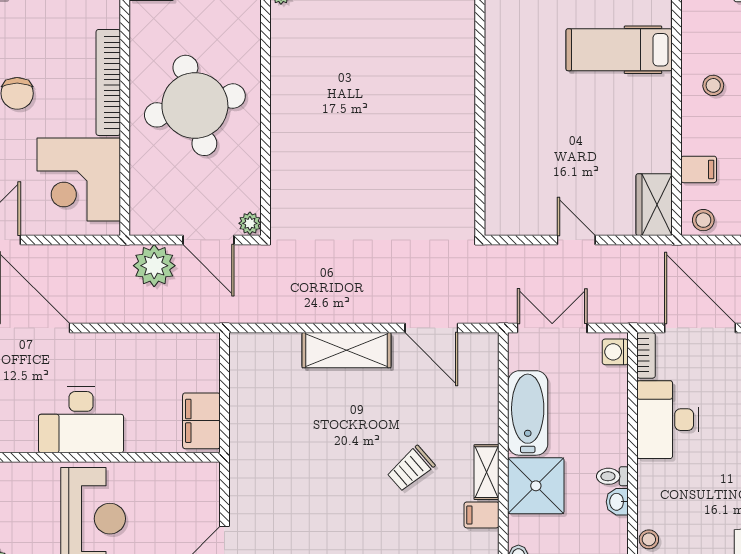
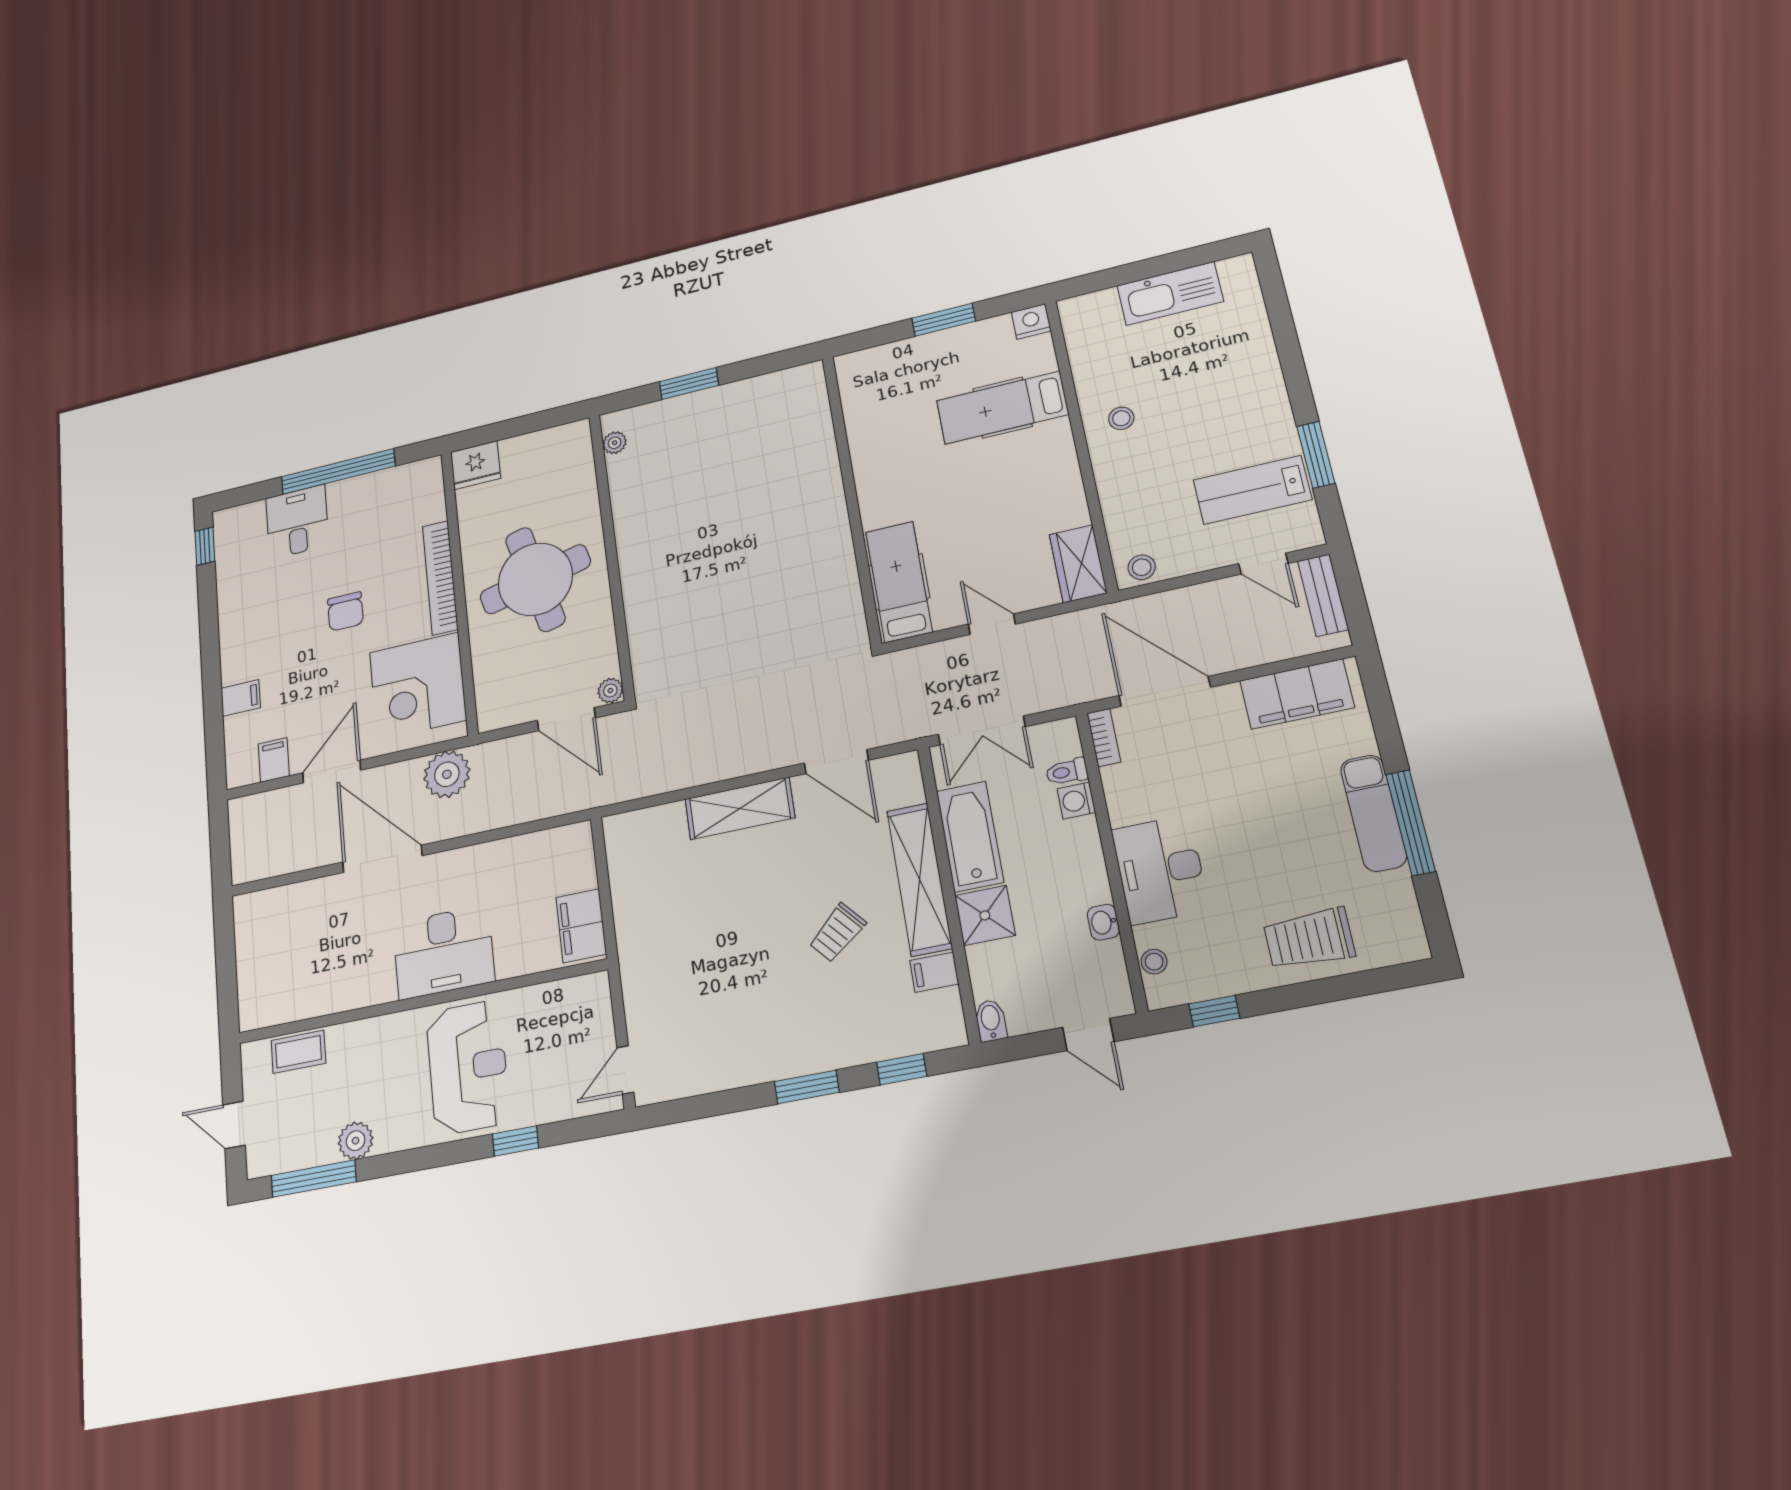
filing cabinet: (699, 169) -> (1124, 513), removed
hospital bed: (507, 185) -> (899, 582), added
plant: (154, 266) -> (447, 774), moved
double door: (552, 328) -> (982, 730), swing flipped
washing machine: (615, 352) -> (1076, 801), moved
desk: (668, 420) -> (1160, 870), moved
shelving: (487, 472) -> (919, 879), width x2.20, depth x1.33
toilet: (612, 476) -> (1067, 772), moved
shower: (536, 486) -> (985, 915), width x0.73, depth x0.73

